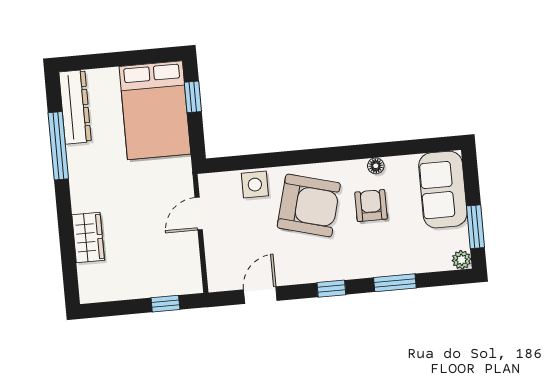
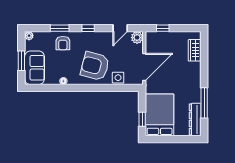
armchair: (371, 206) -> (63, 43), moved
door: (199, 214) -> (144, 67), width x1.88
window: (475, 227) -> (21, 61), moved
wardrobe: (88, 237) -> (195, 50), moved
plant: (221, 278) -> (137, 38), added

